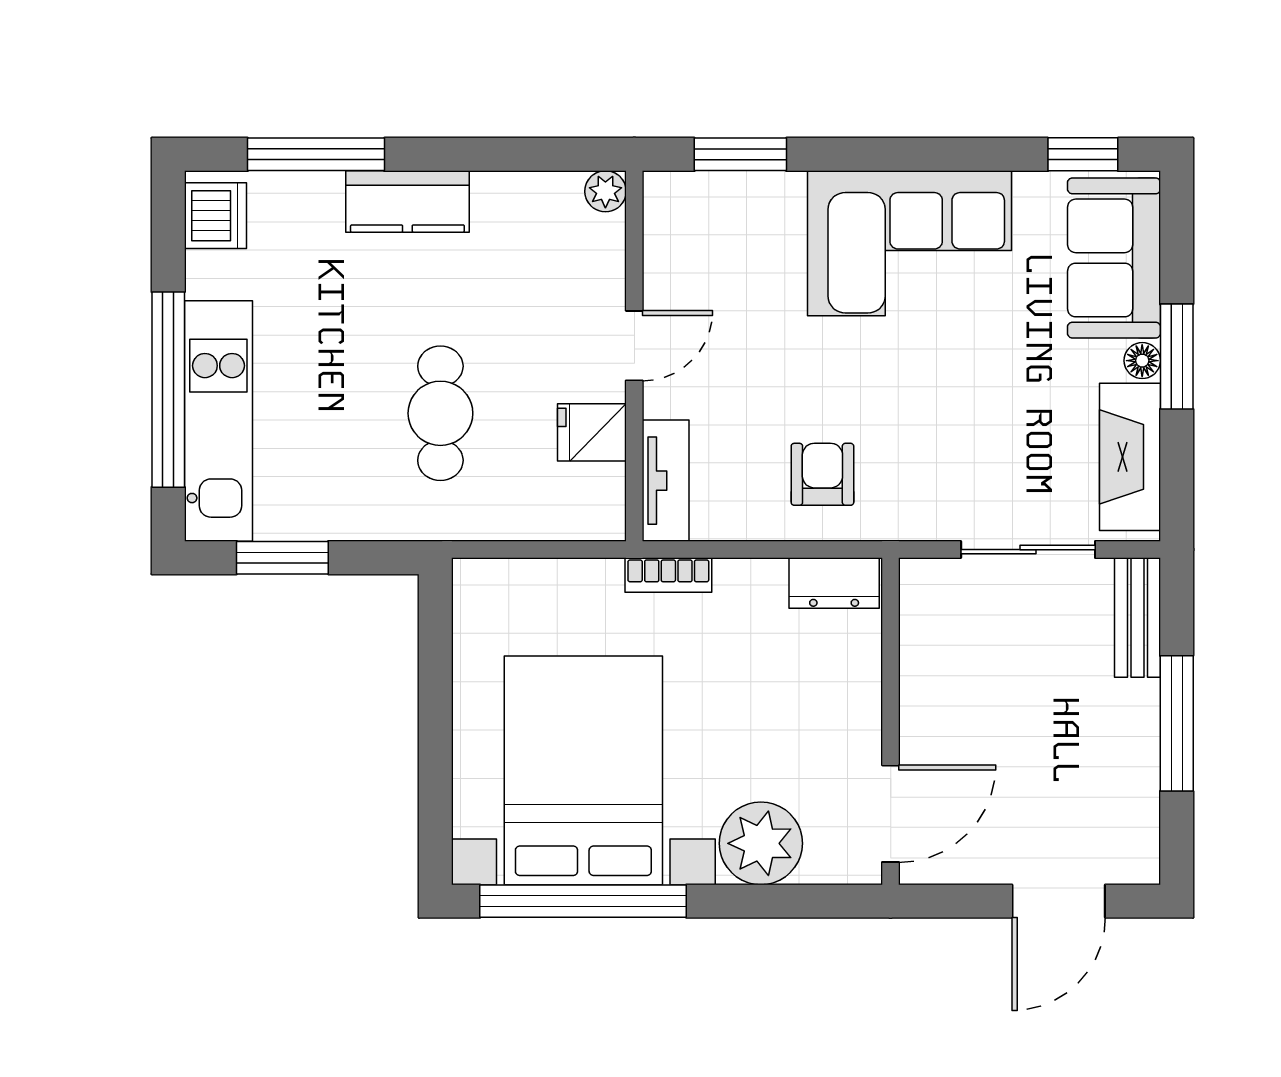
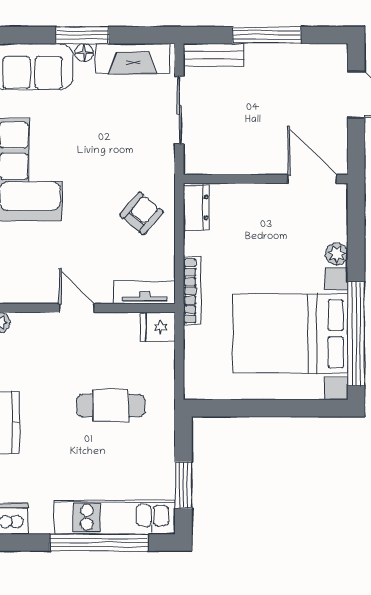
fridge: (592, 432) -> (158, 327), moved, turned 90
armchair: (822, 474) -> (141, 213), turned 130
bookcase: (668, 575) -> (192, 291), width x1.56
plant: (761, 843) -> (337, 254), width x0.53, depth x0.53

